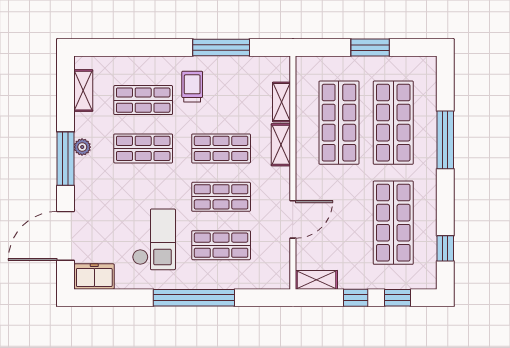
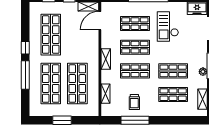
trolley: (192, 87) -> (134, 102), moved
shelving: (281, 145) -> (106, 59), moved
door: (293, 219) -> (100, 21), moved
window: (445, 248) -> (25, 48), moved

